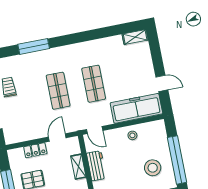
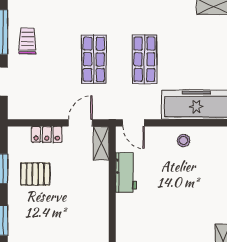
shelving: (78, 167) -> (101, 143), moved
stool: (153, 168) -> (202, 190), removed

